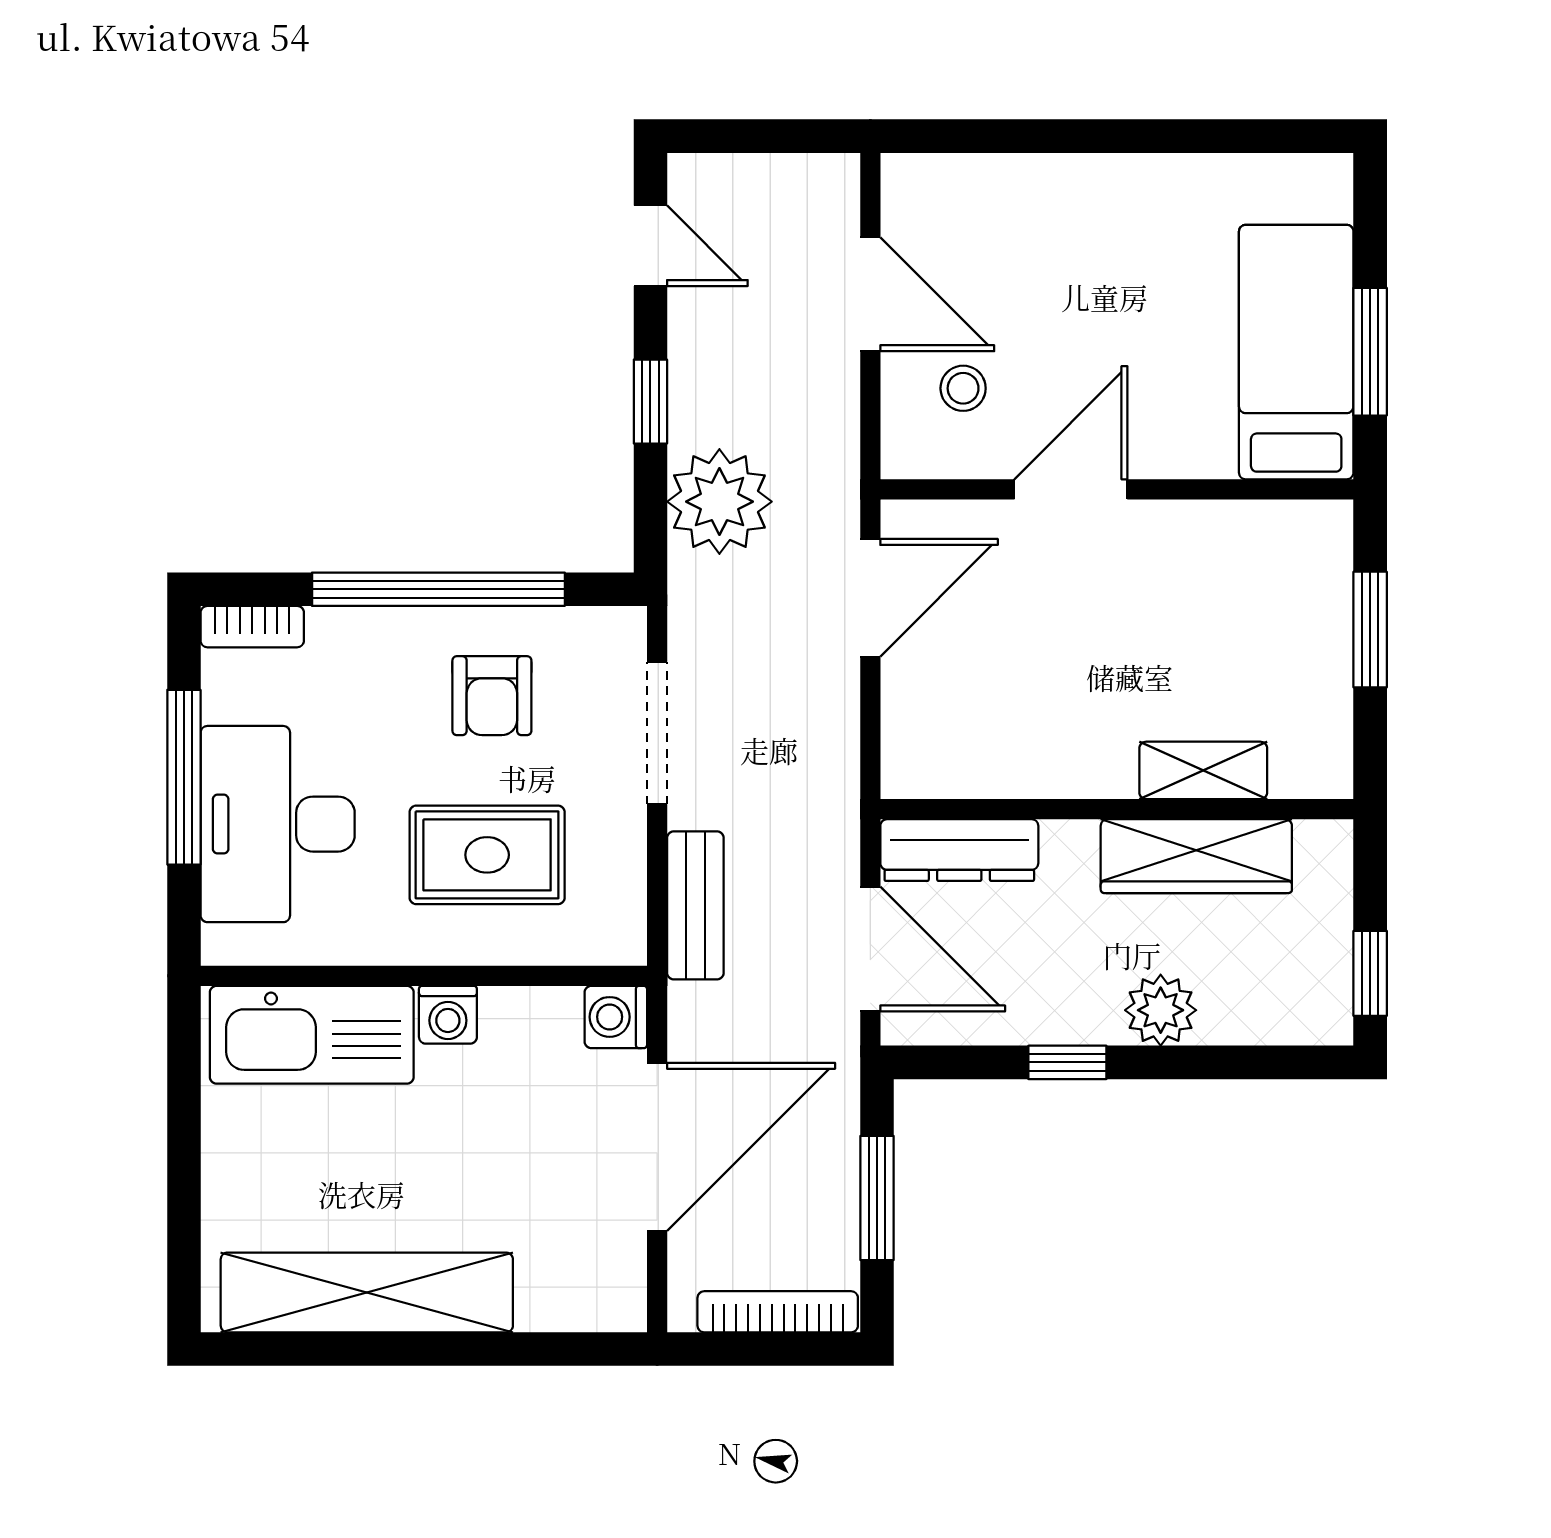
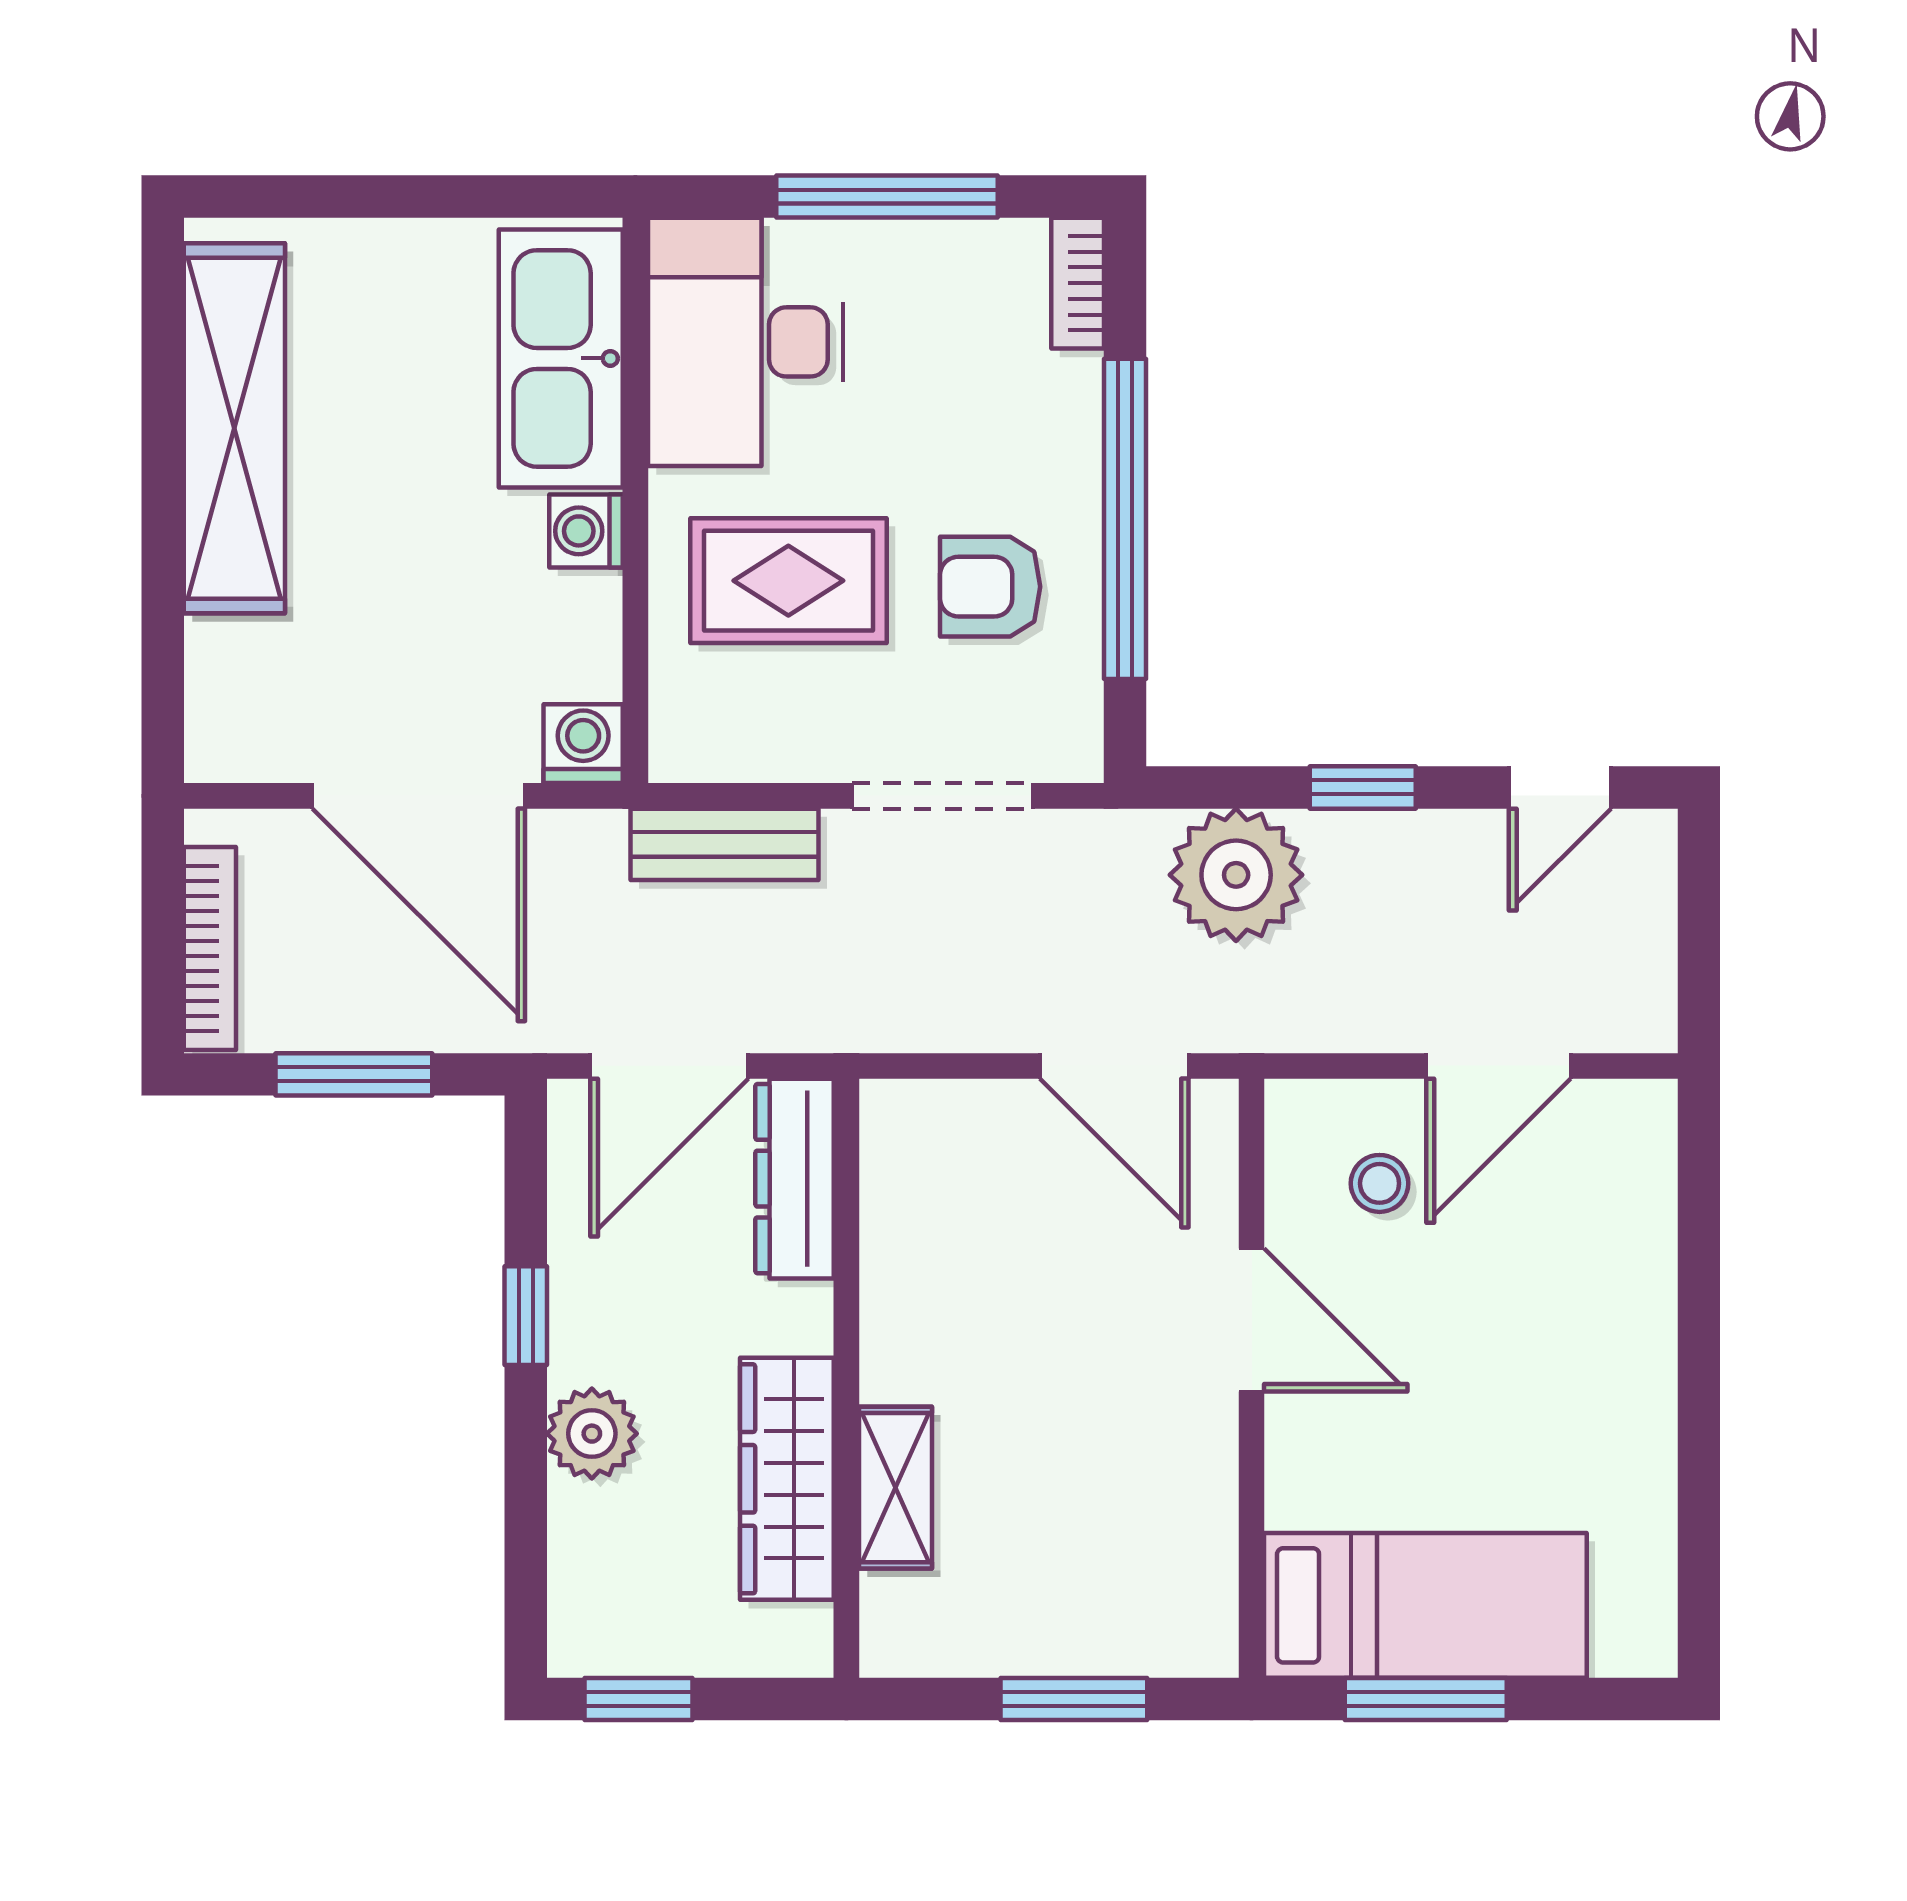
desk: (278, 824) -> (746, 342), moved, turned -90
rug: (487, 855) -> (788, 581), turned 90

